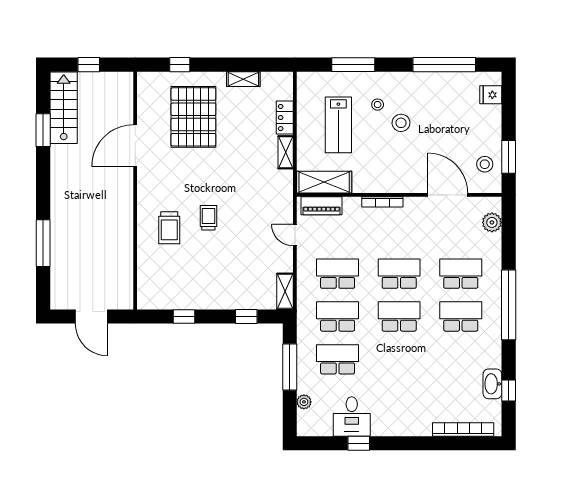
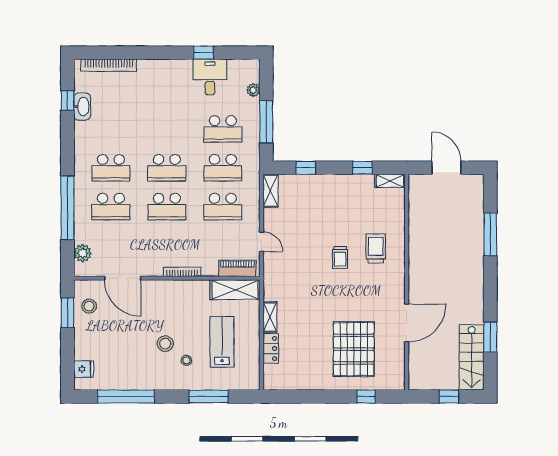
shelving: (243, 79) -> (390, 181), moved
window: (509, 305) -> (67, 208), moved

